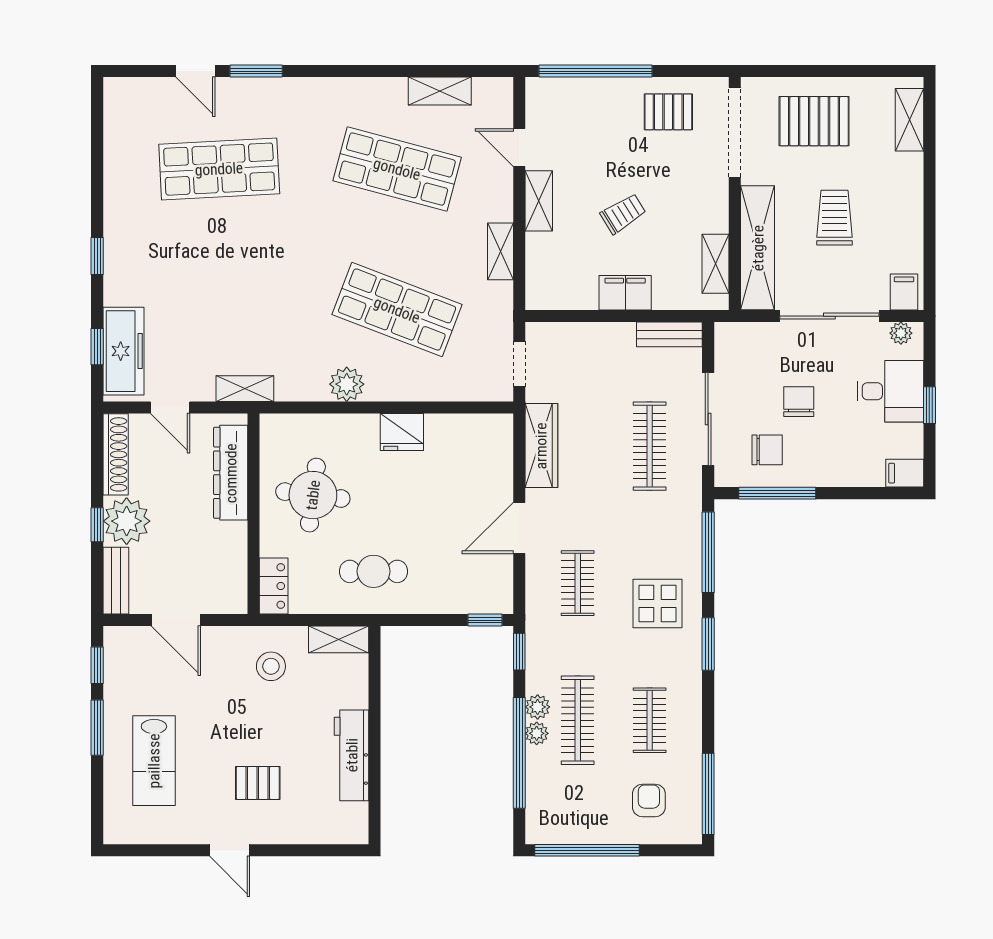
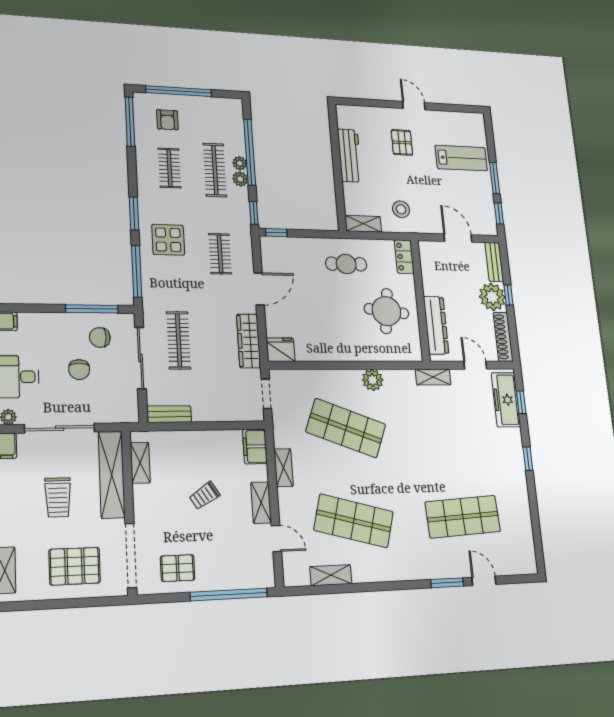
filing cabinet: (625, 293) -> (255, 446), moved, turned 90
fridge: (402, 432) -> (281, 350), moved
lab bench: (154, 761) -> (461, 158), turned 90
pallet: (258, 783) -> (402, 142), turned 90
window: (587, 850) -> (179, 91), moved

